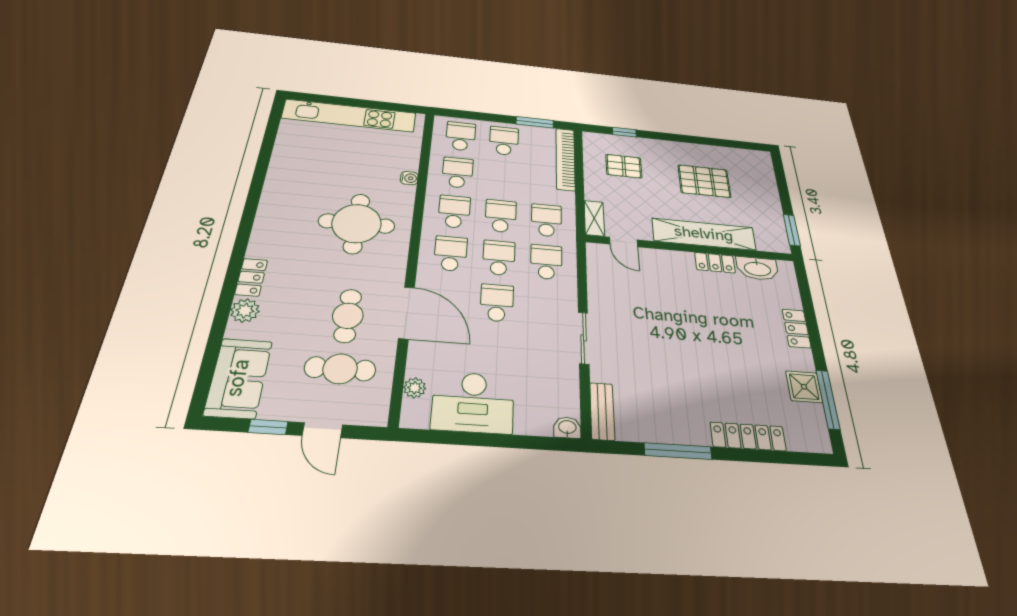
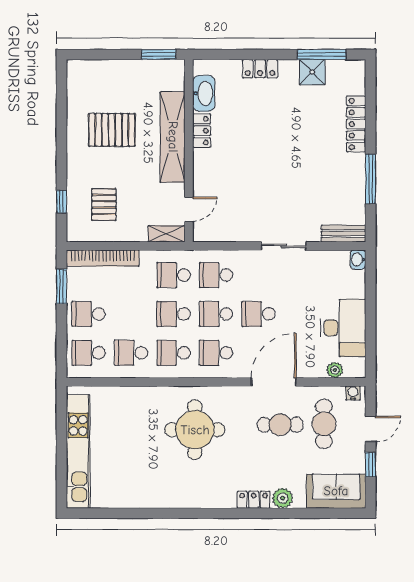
water cooler: (409, 178) -> (353, 393), moved
pallet: (704, 181) -> (112, 130), turned 90

